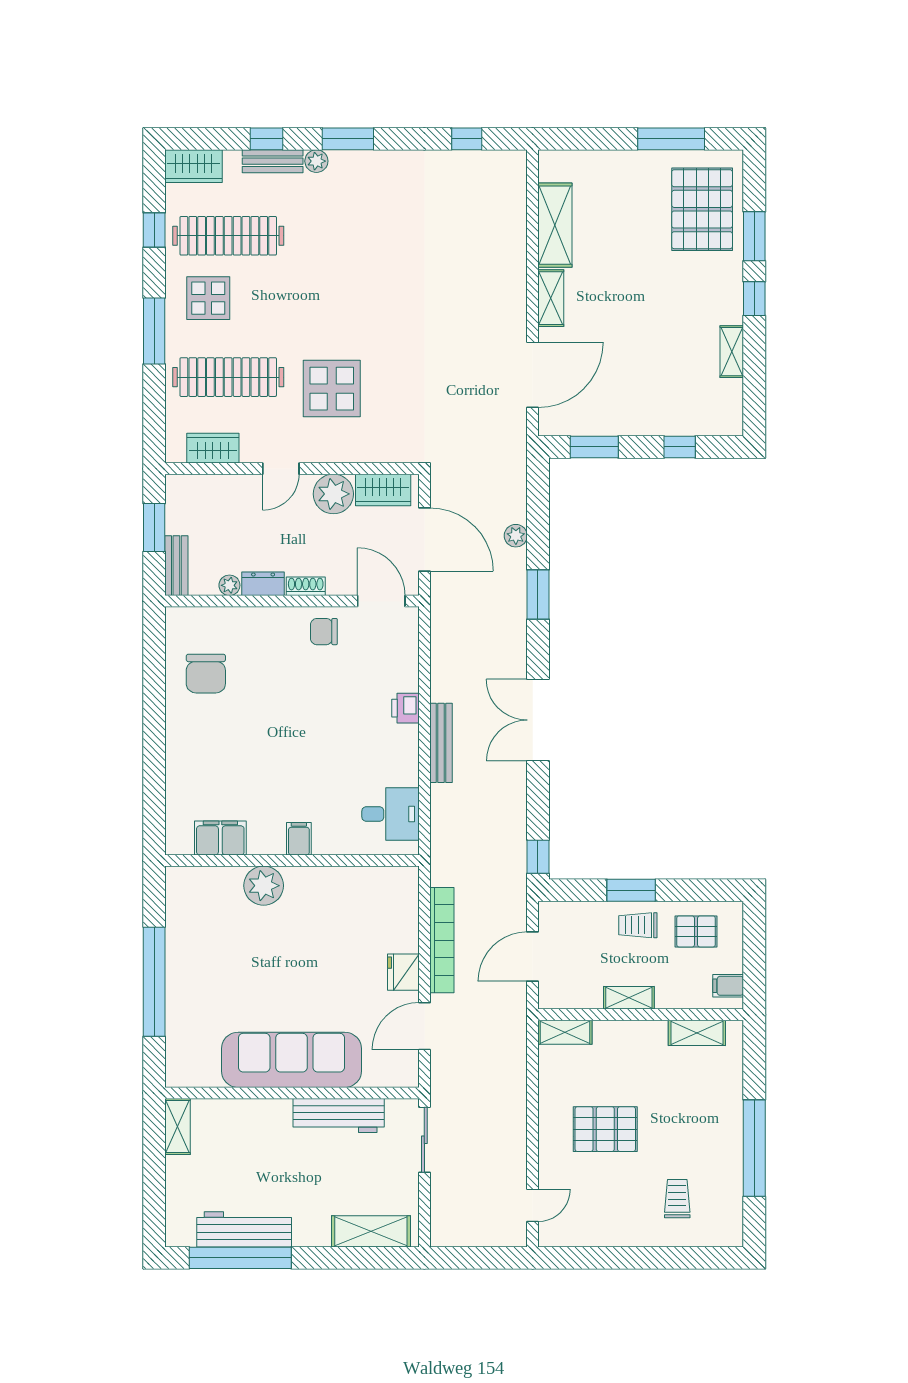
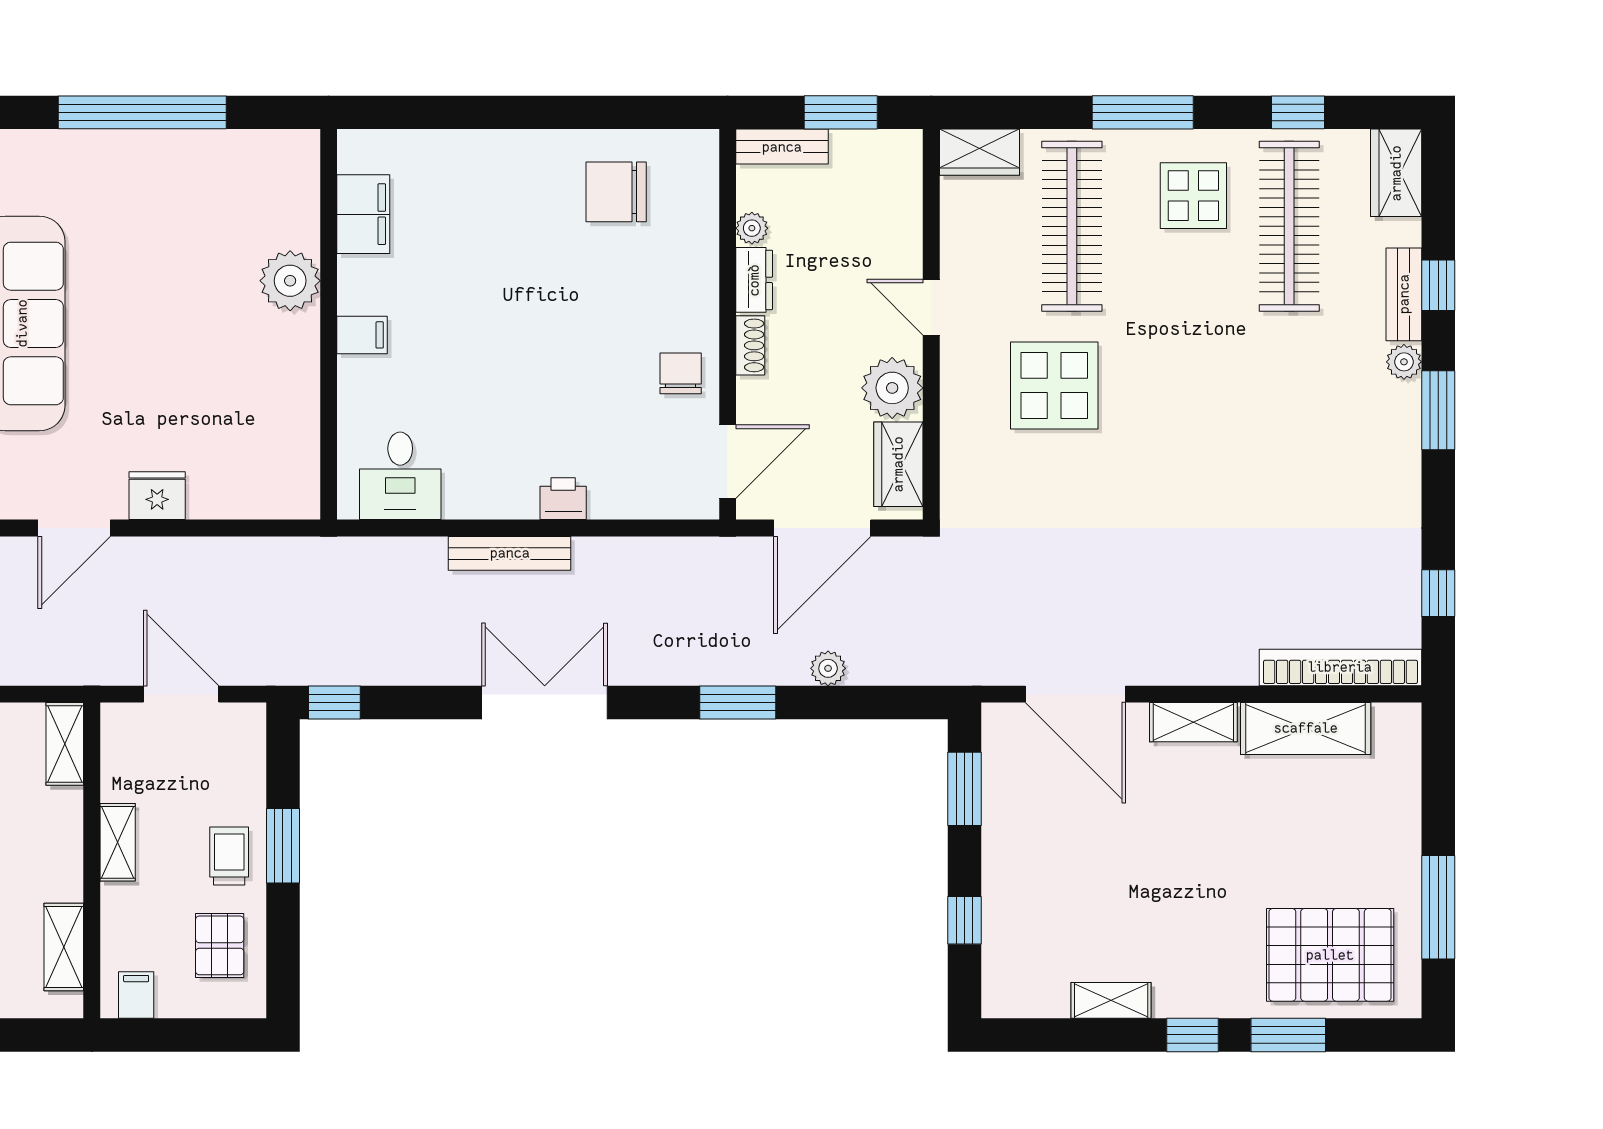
wardrobe: (213, 448) -> (979, 152), moved, turned 90
bookcase: (442, 940) -> (1340, 667), moved, turned 180
door: (424, 1026) -> (74, 528), swing flipped

